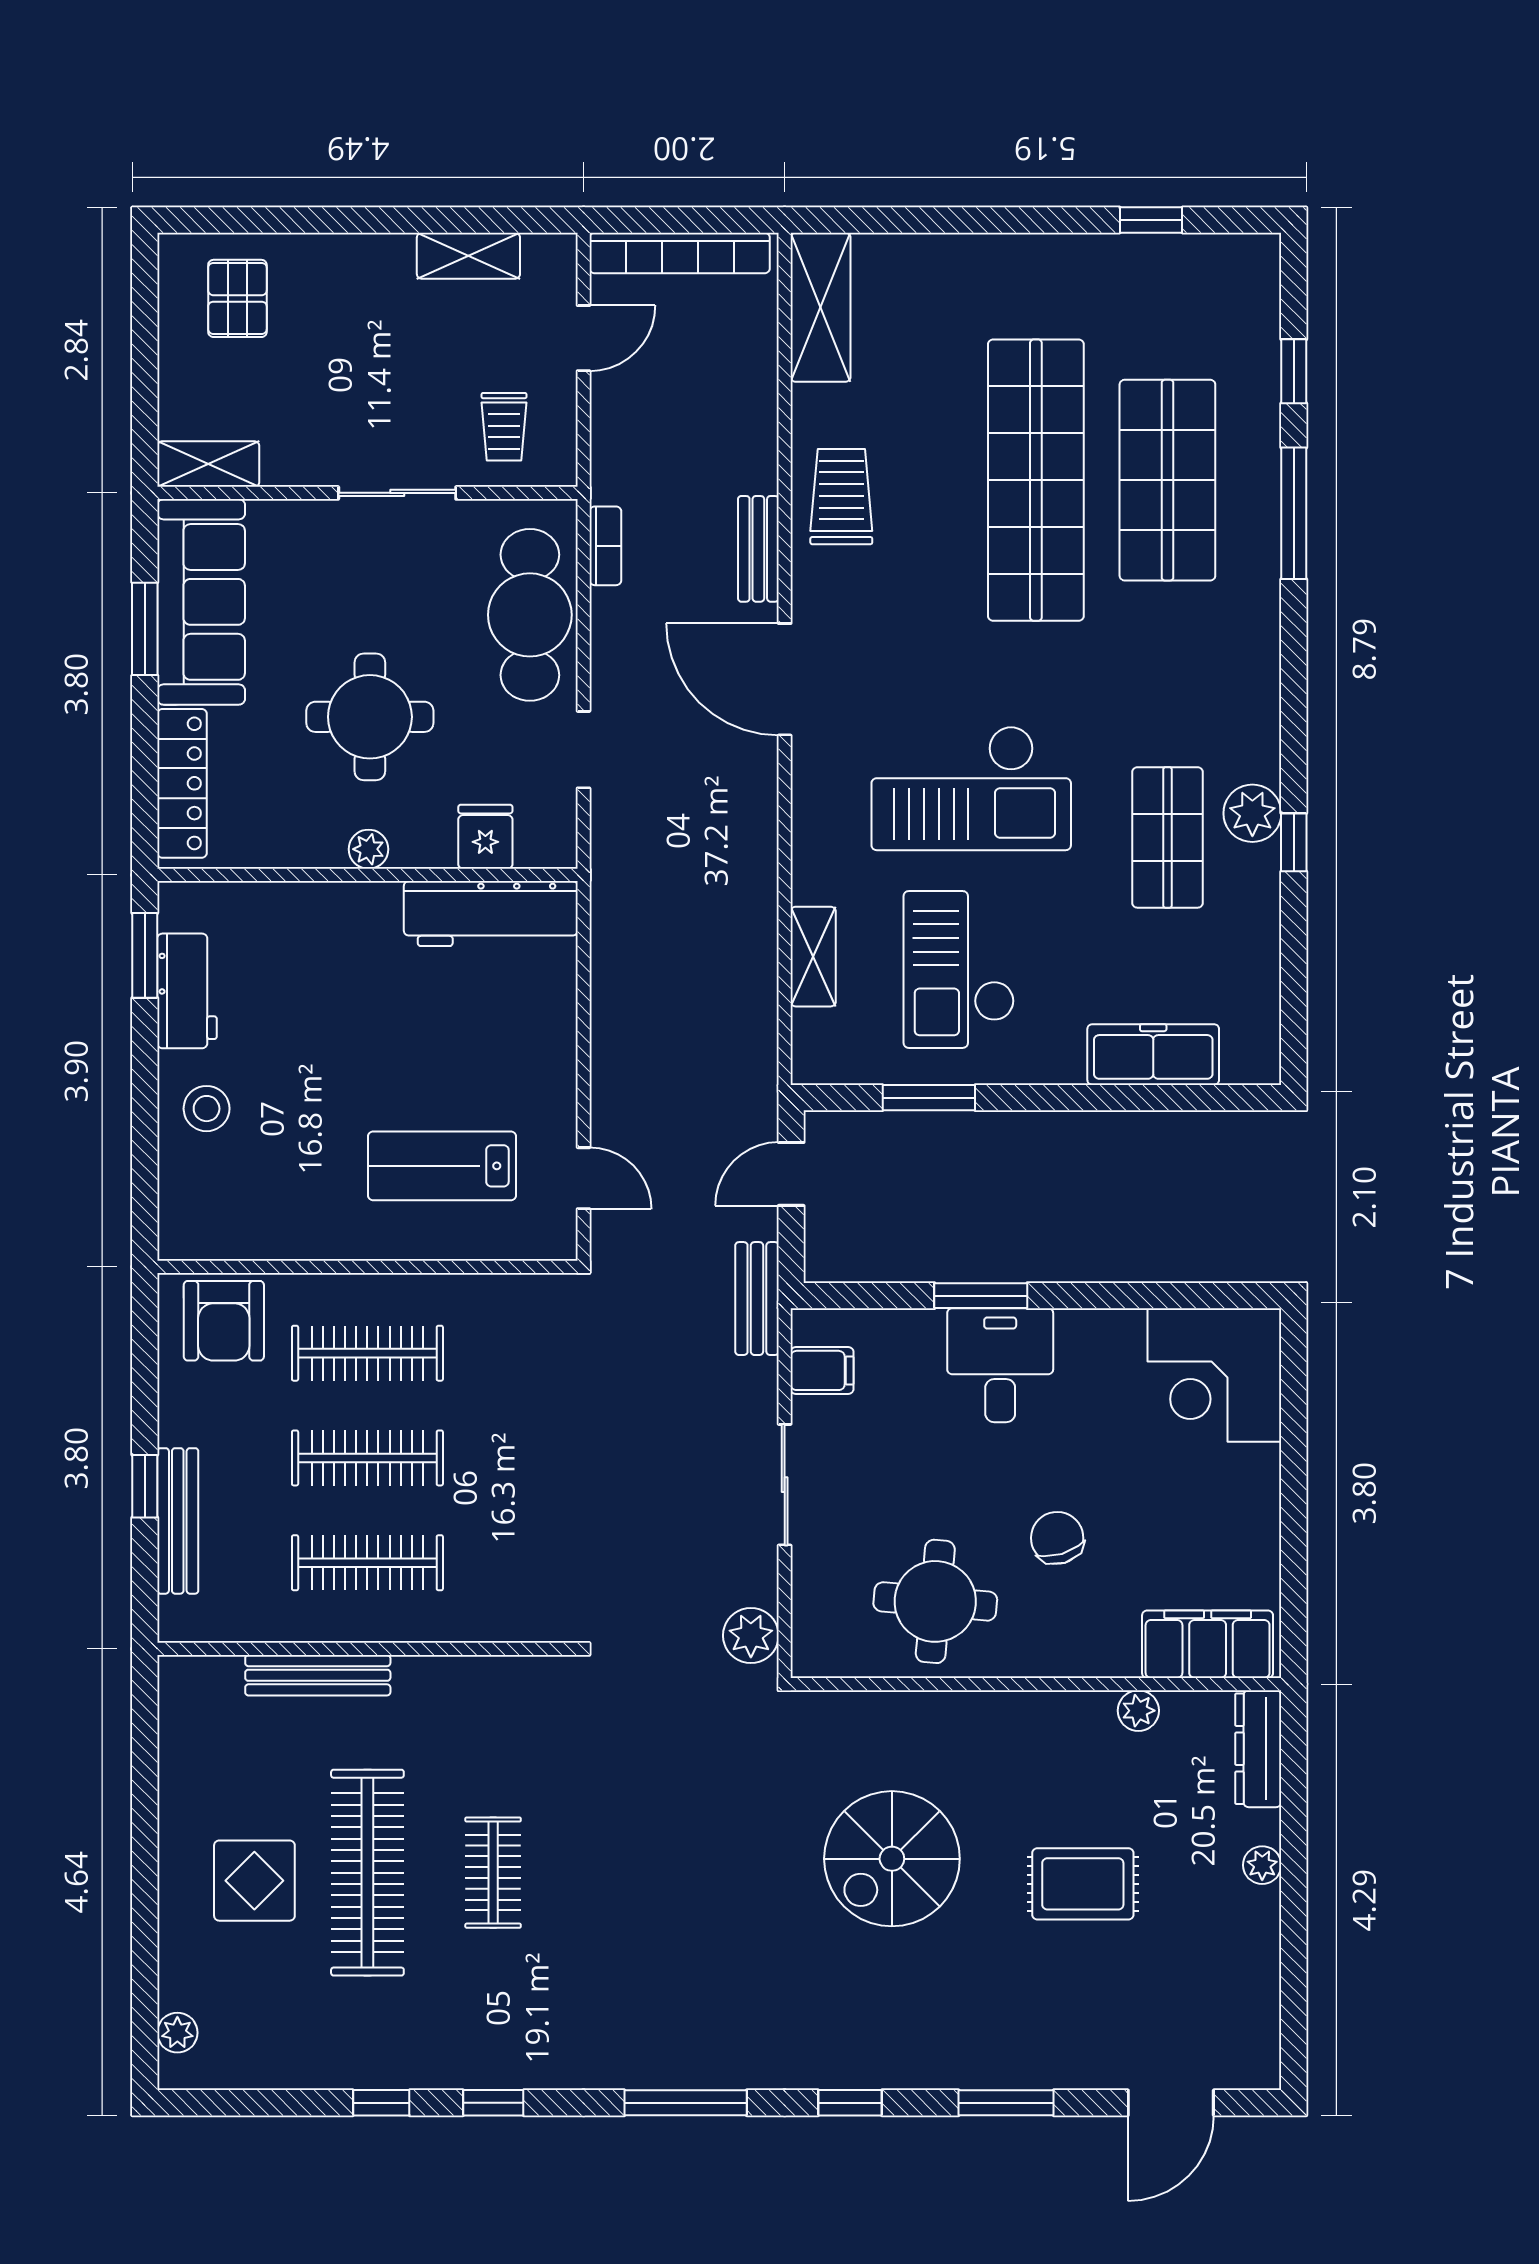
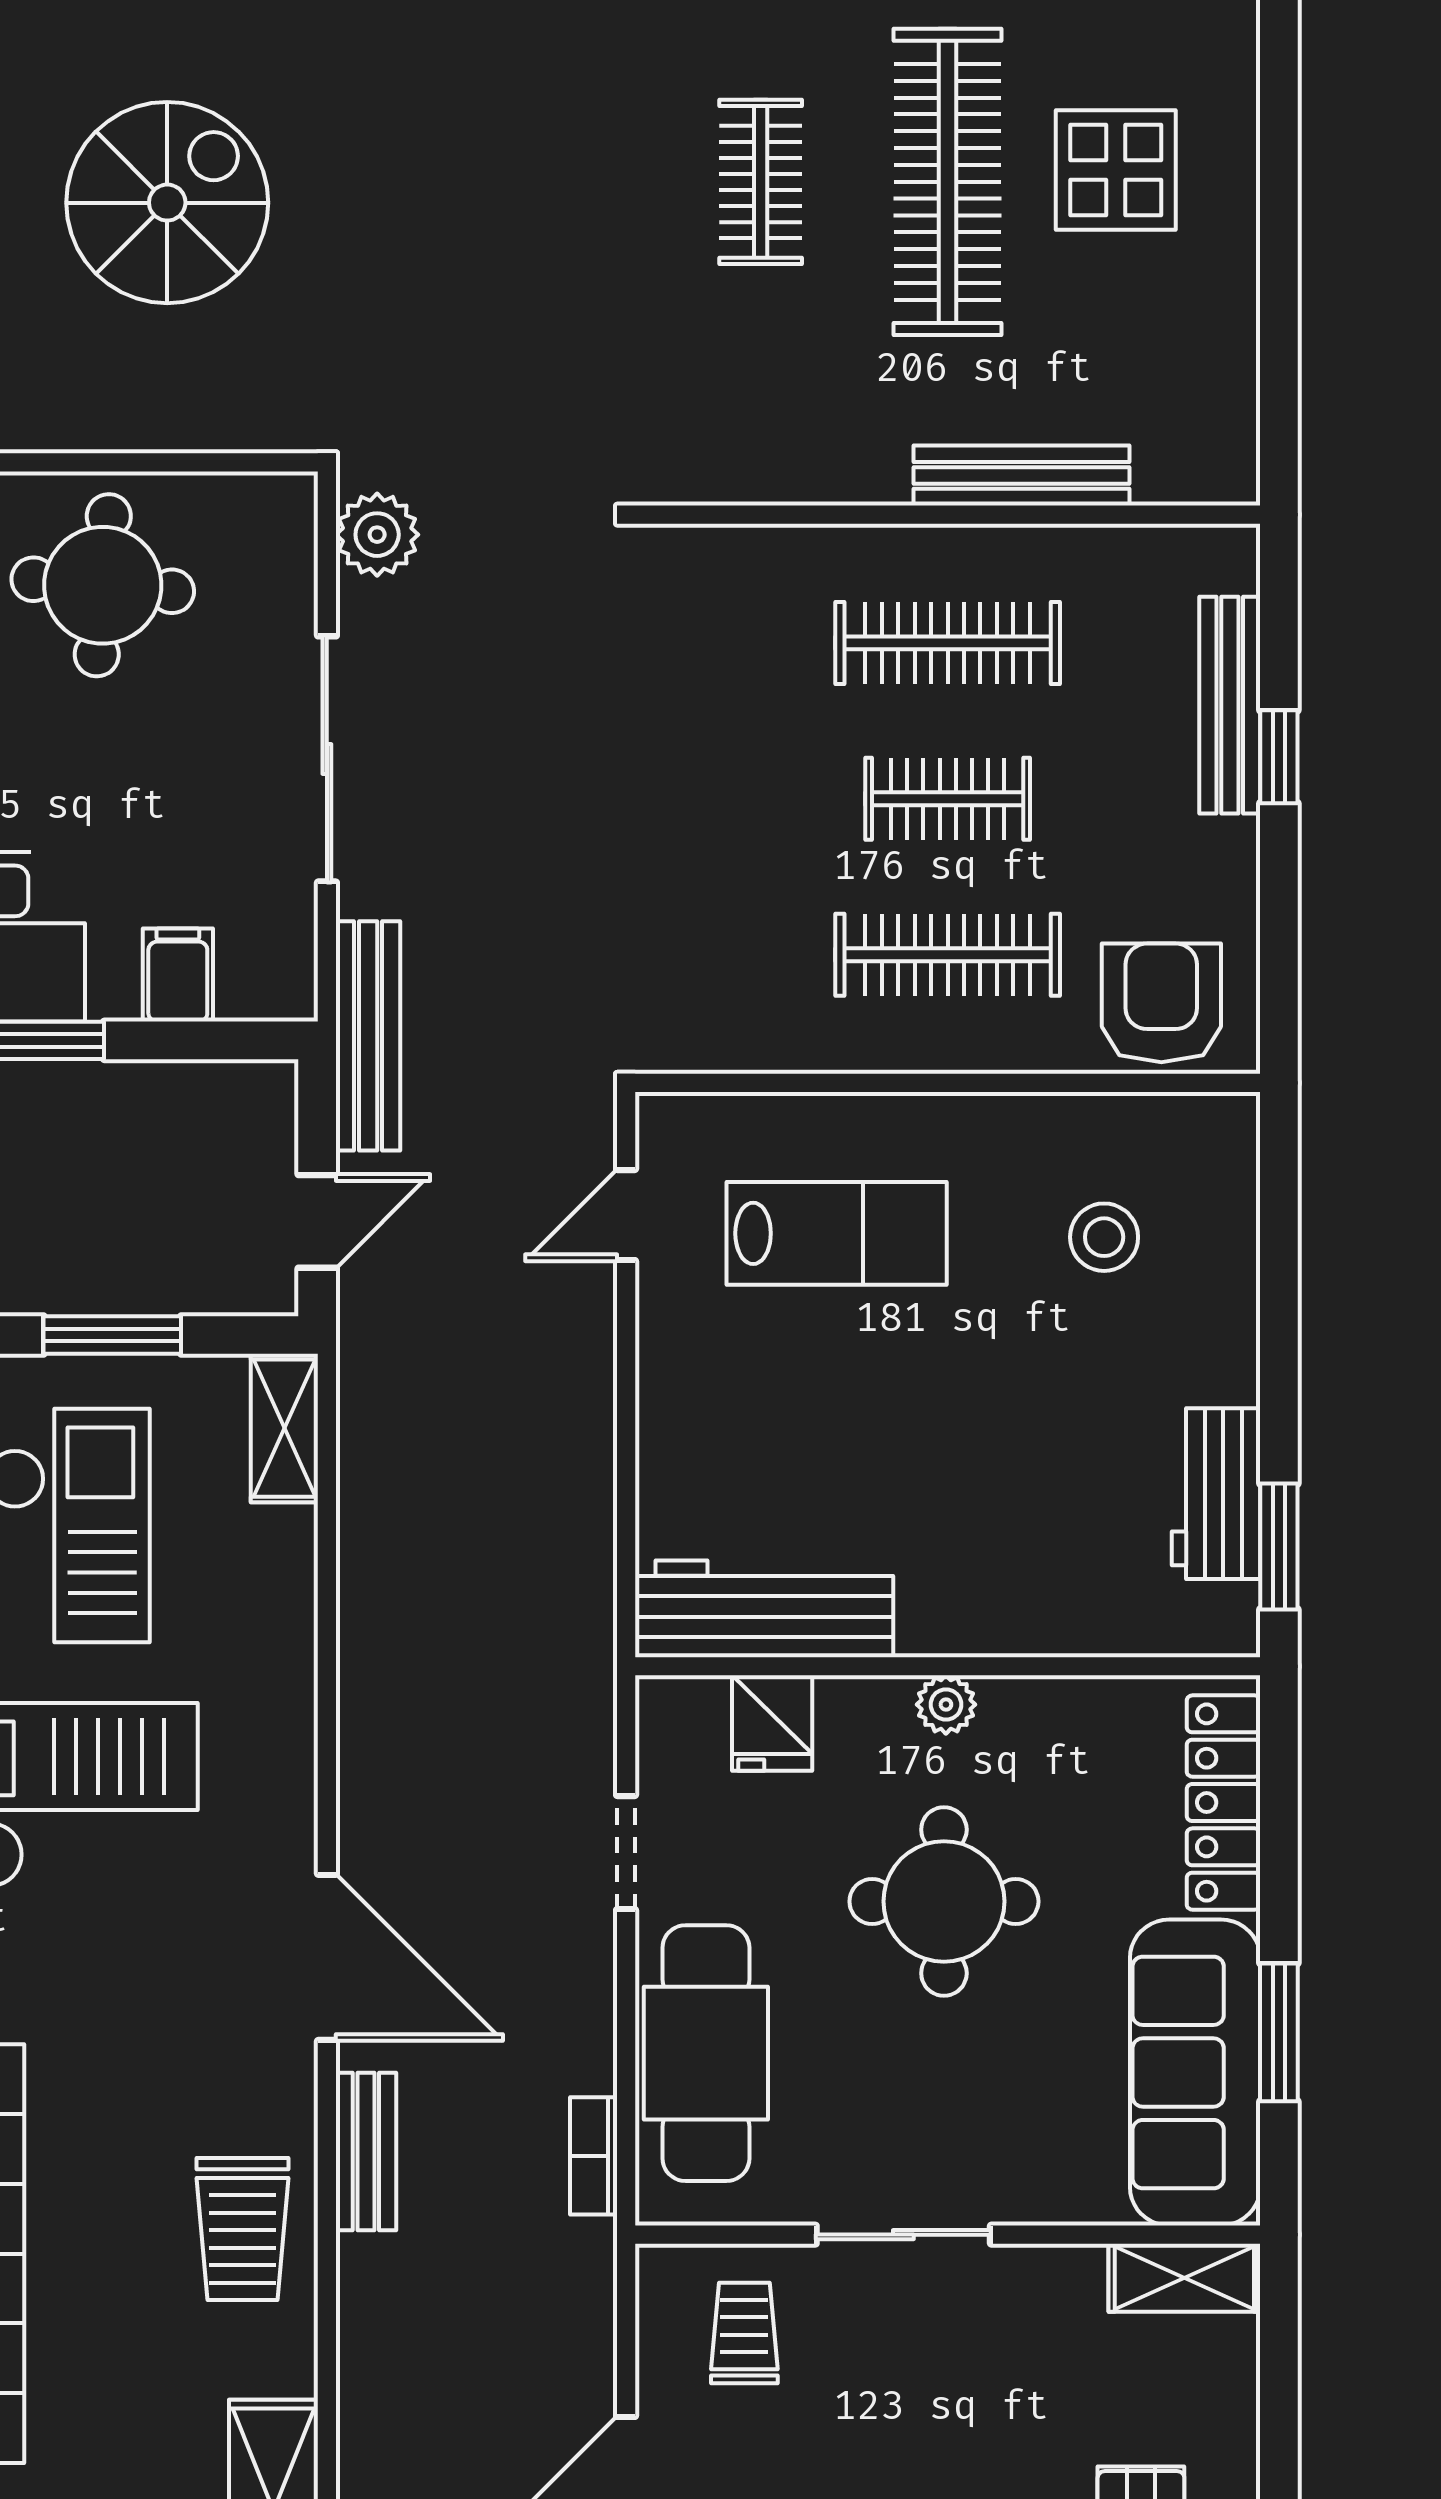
shelving: (813, 957) -> (284, 1428), moved
stool: (207, 1109) -> (1104, 1237), moved
door: (584, 1178) -> (626, 1215), hinge flipped
bench: (757, 1299) -> (368, 1036), width x1.36
filing cabinet: (822, 1370) -> (178, 975), moved, turned 90
clothes rail: (367, 1458) -> (948, 799), width x0.73
sliding door: (785, 1485) -> (327, 759), width x1.37

